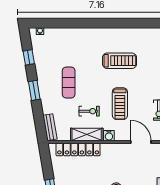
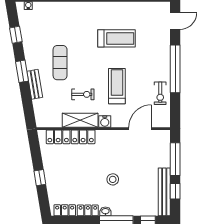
treadmill: (120, 104) -> (117, 86), turned 180
bench: (50, 127) -> (35, 84), moved
door: (141, 142) -> (140, 129), hinge flipped

